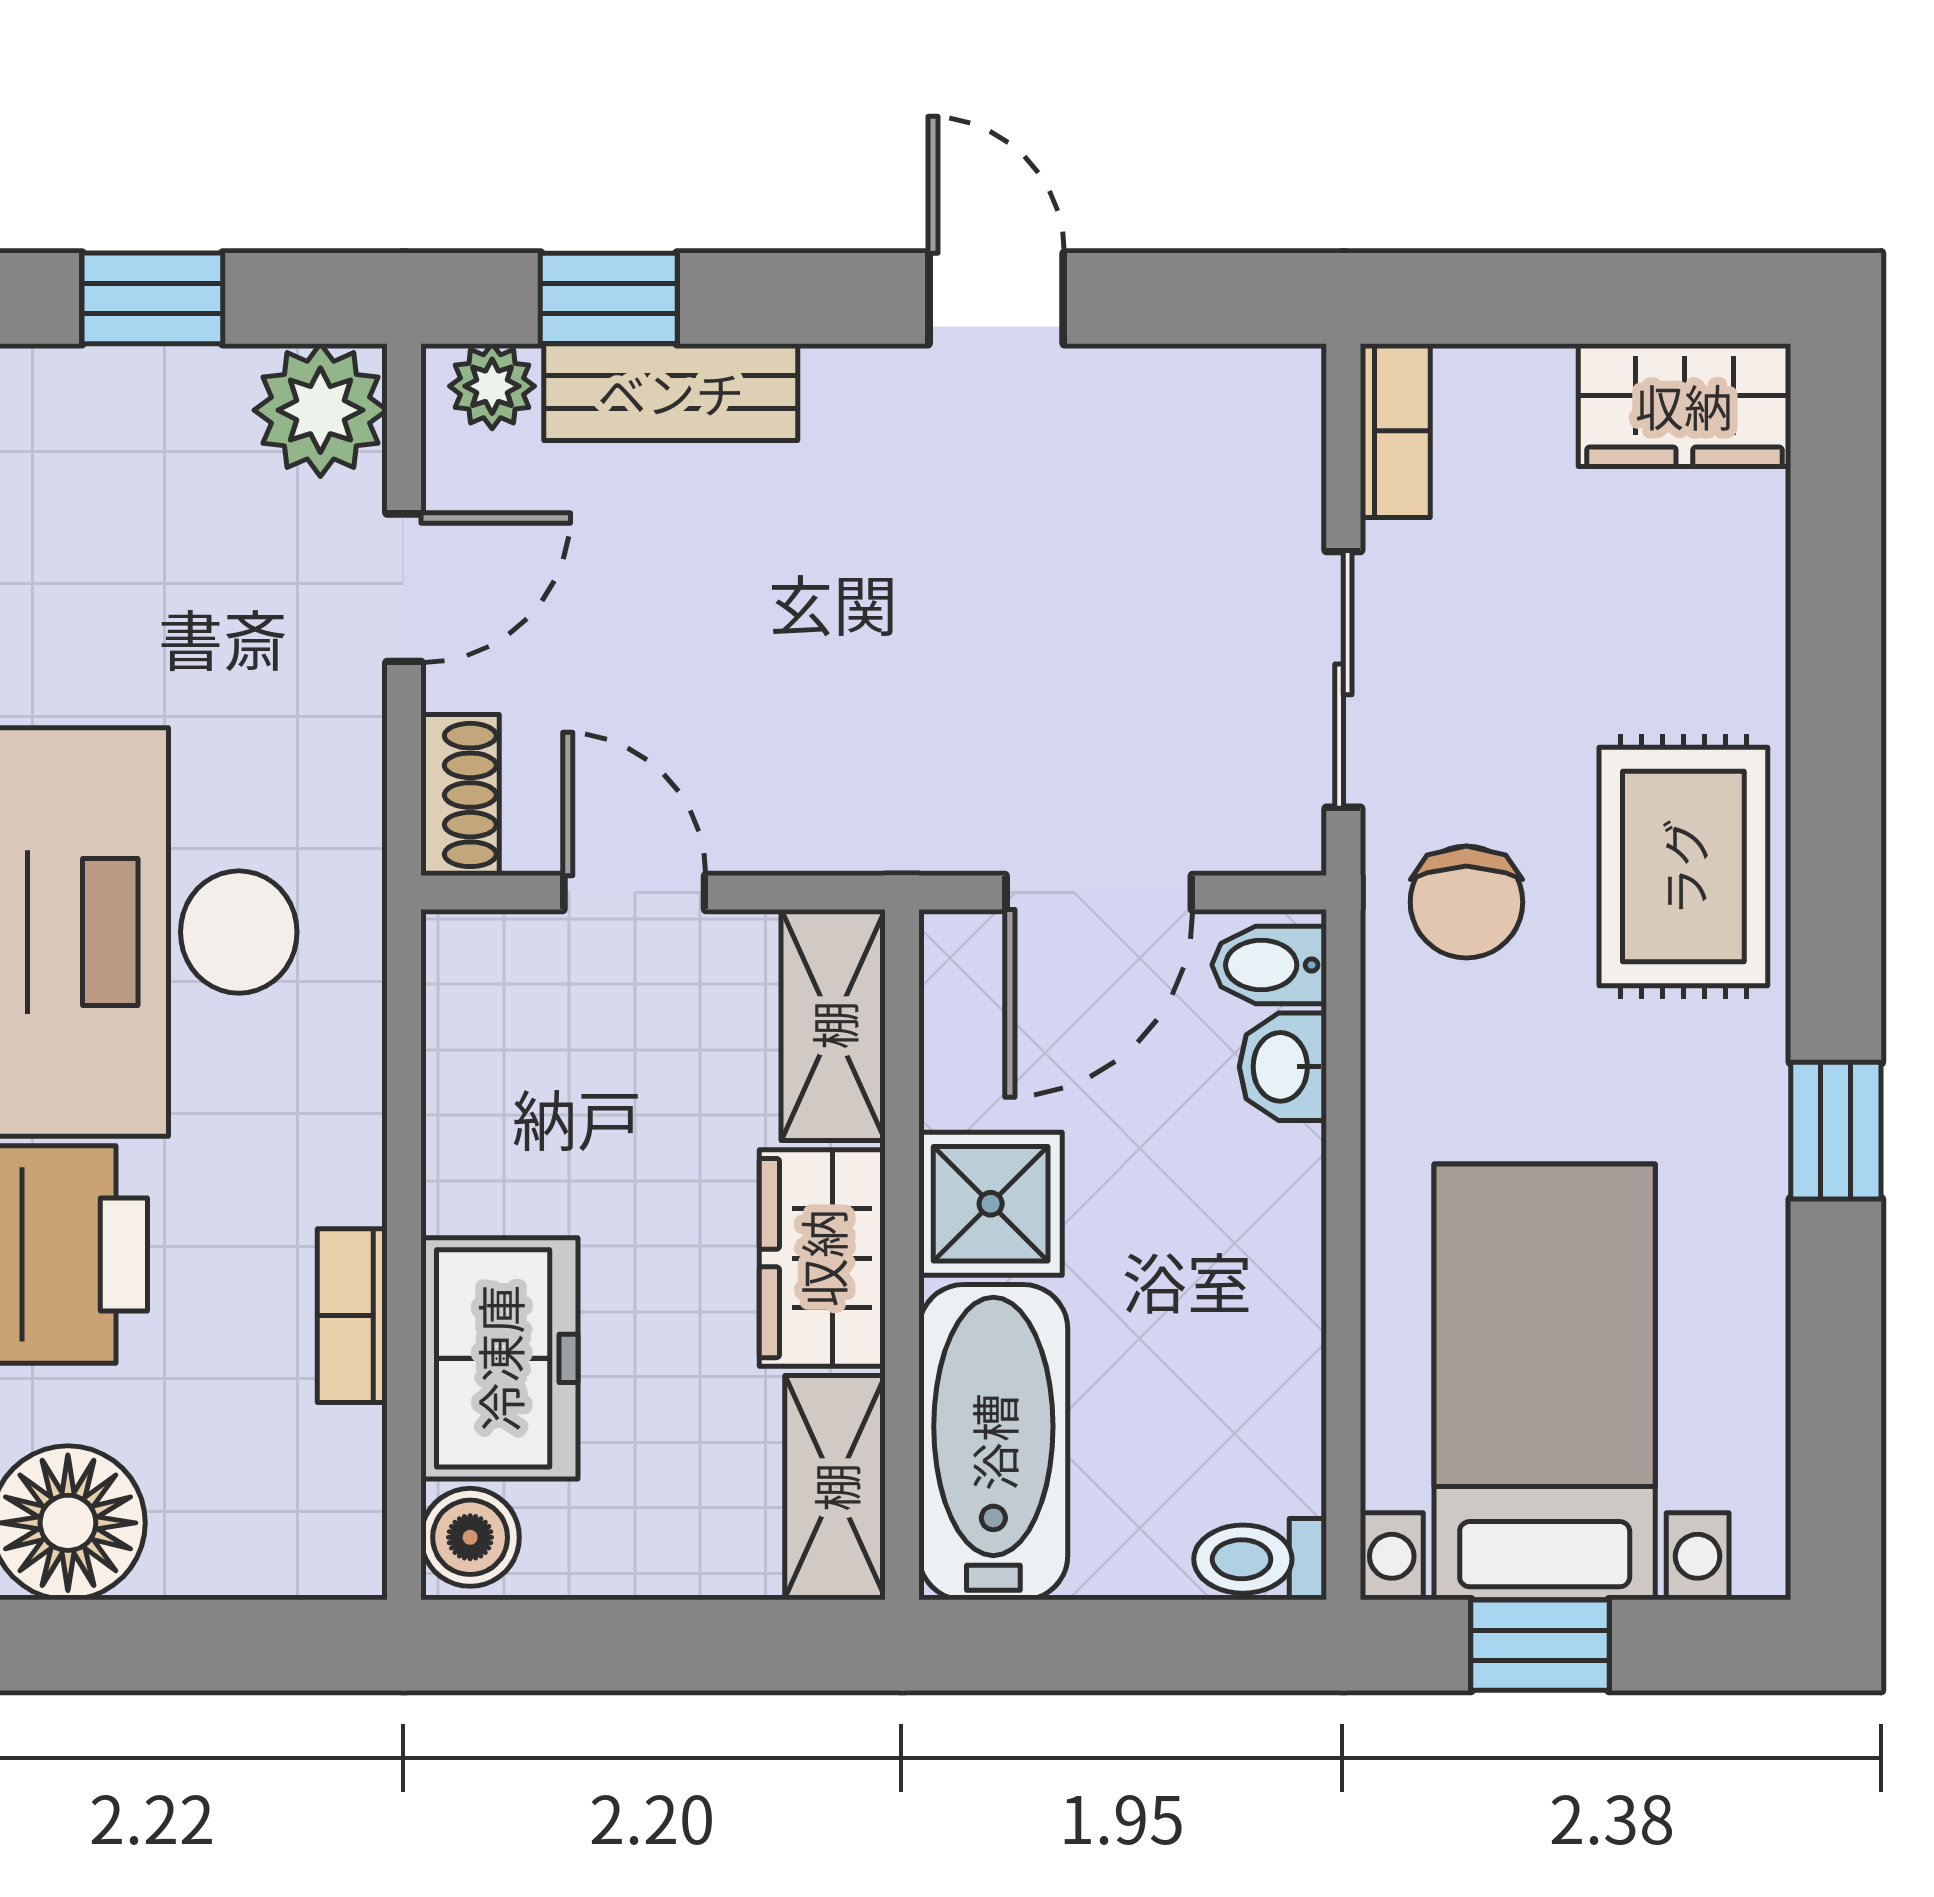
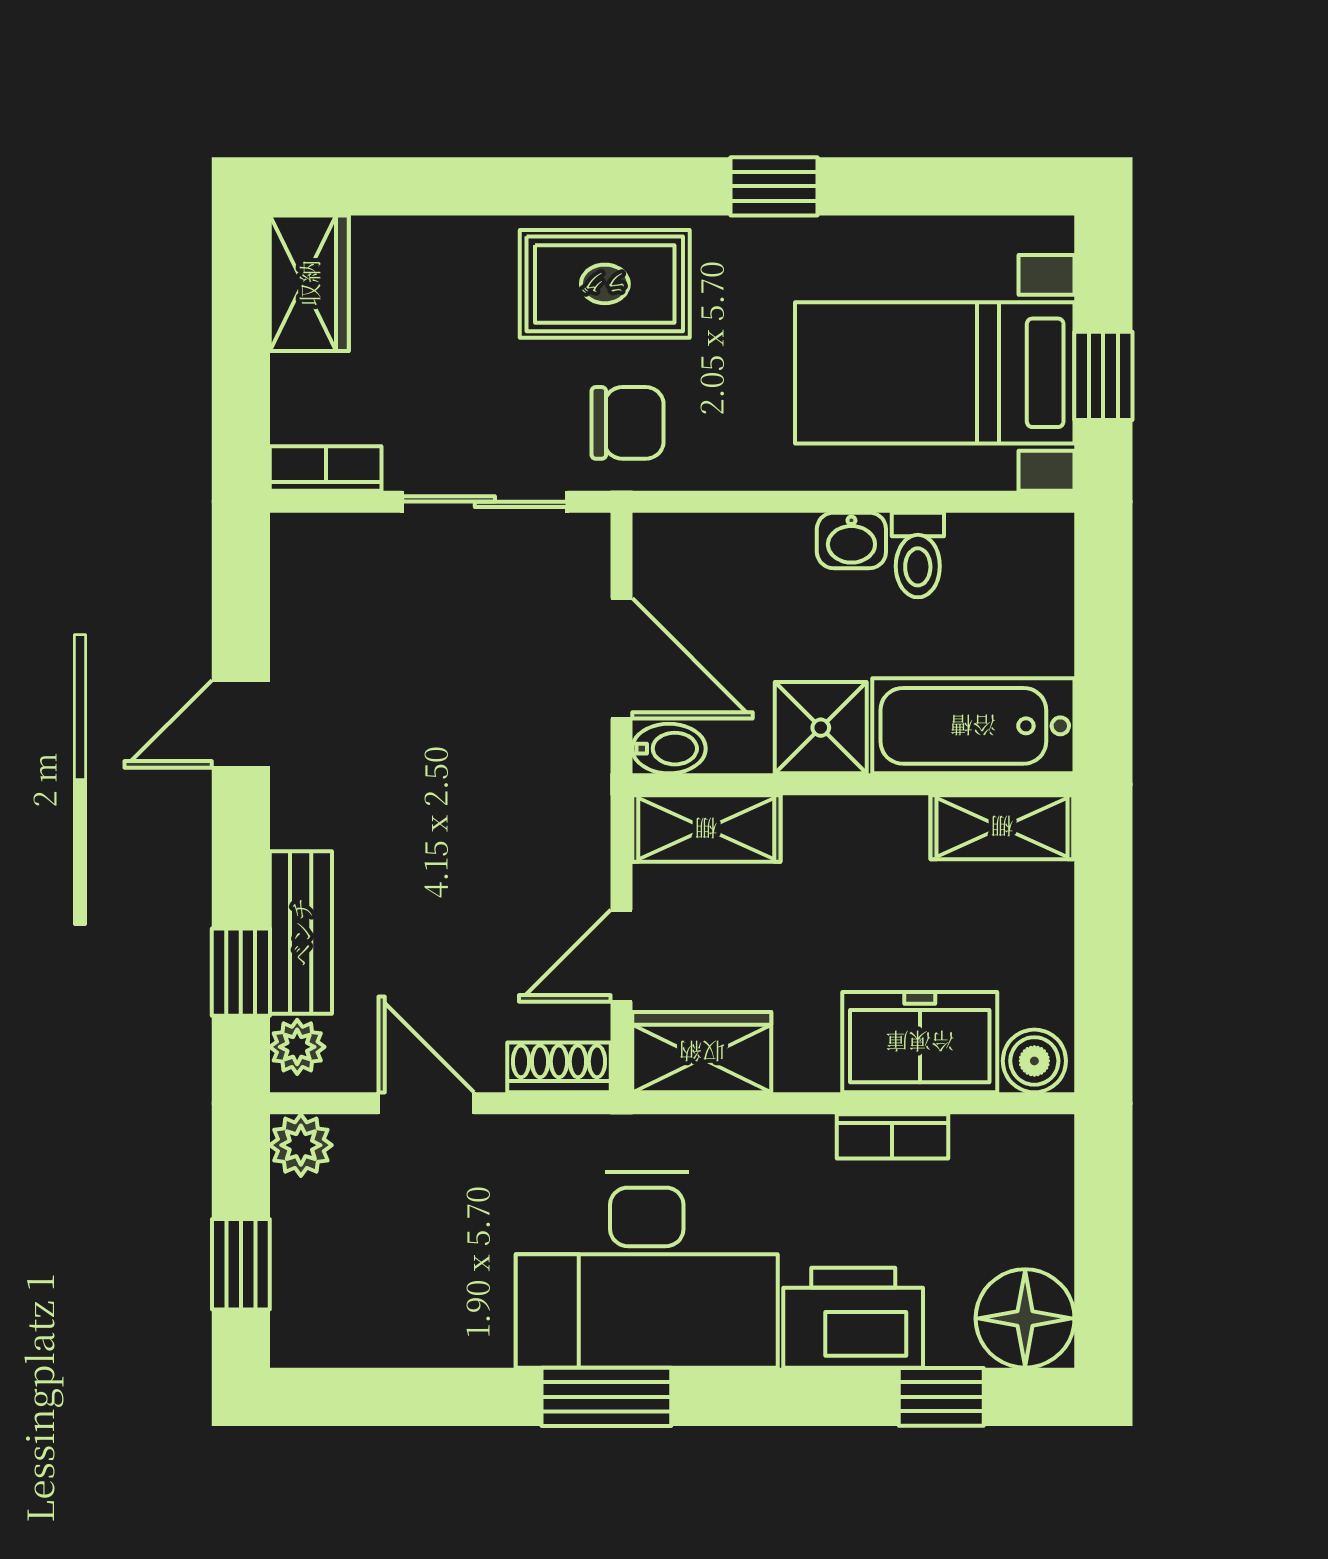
plant: (320, 410) -> (301, 1145), width x0.73, depth x0.73
bidet: (1269, 965) -> (669, 749), moved, turned -90
washbasin: (1283, 1067) -> (851, 540), moved
wardrobe: (822, 1258) -> (702, 1052), moved, turned 180
toilet: (1260, 1559) -> (918, 555), moved

